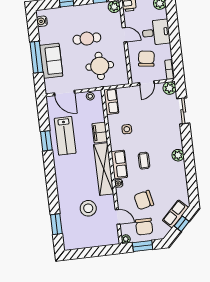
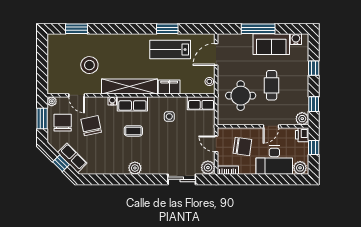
desk: (156, 32) -> (274, 160), width x1.37
sofa: (51, 61) -> (271, 44), moved
door: (118, 217) -> (77, 95), hinge flipped
chair: (144, 227) -> (63, 123), turned 90

